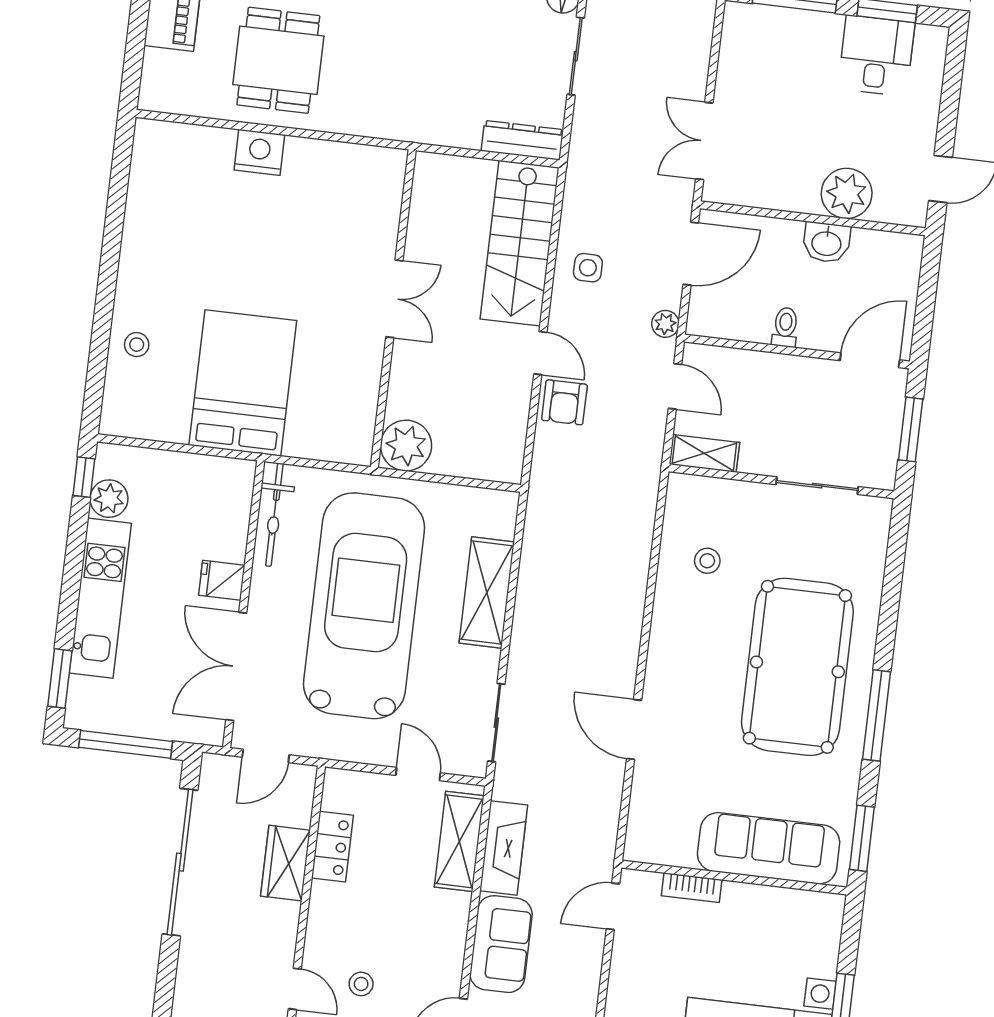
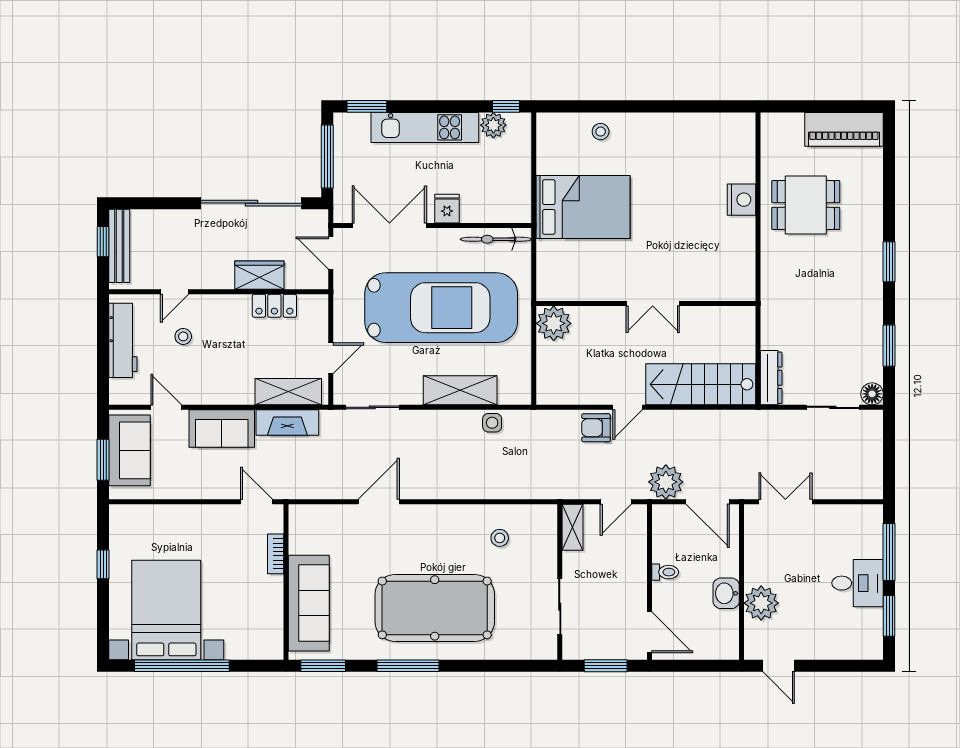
desk: (876, 56) -> (858, 583), moved
side table: (588, 268) -> (492, 423), moved
plant: (665, 324) -> (666, 482), width x1.87, depth x1.87

